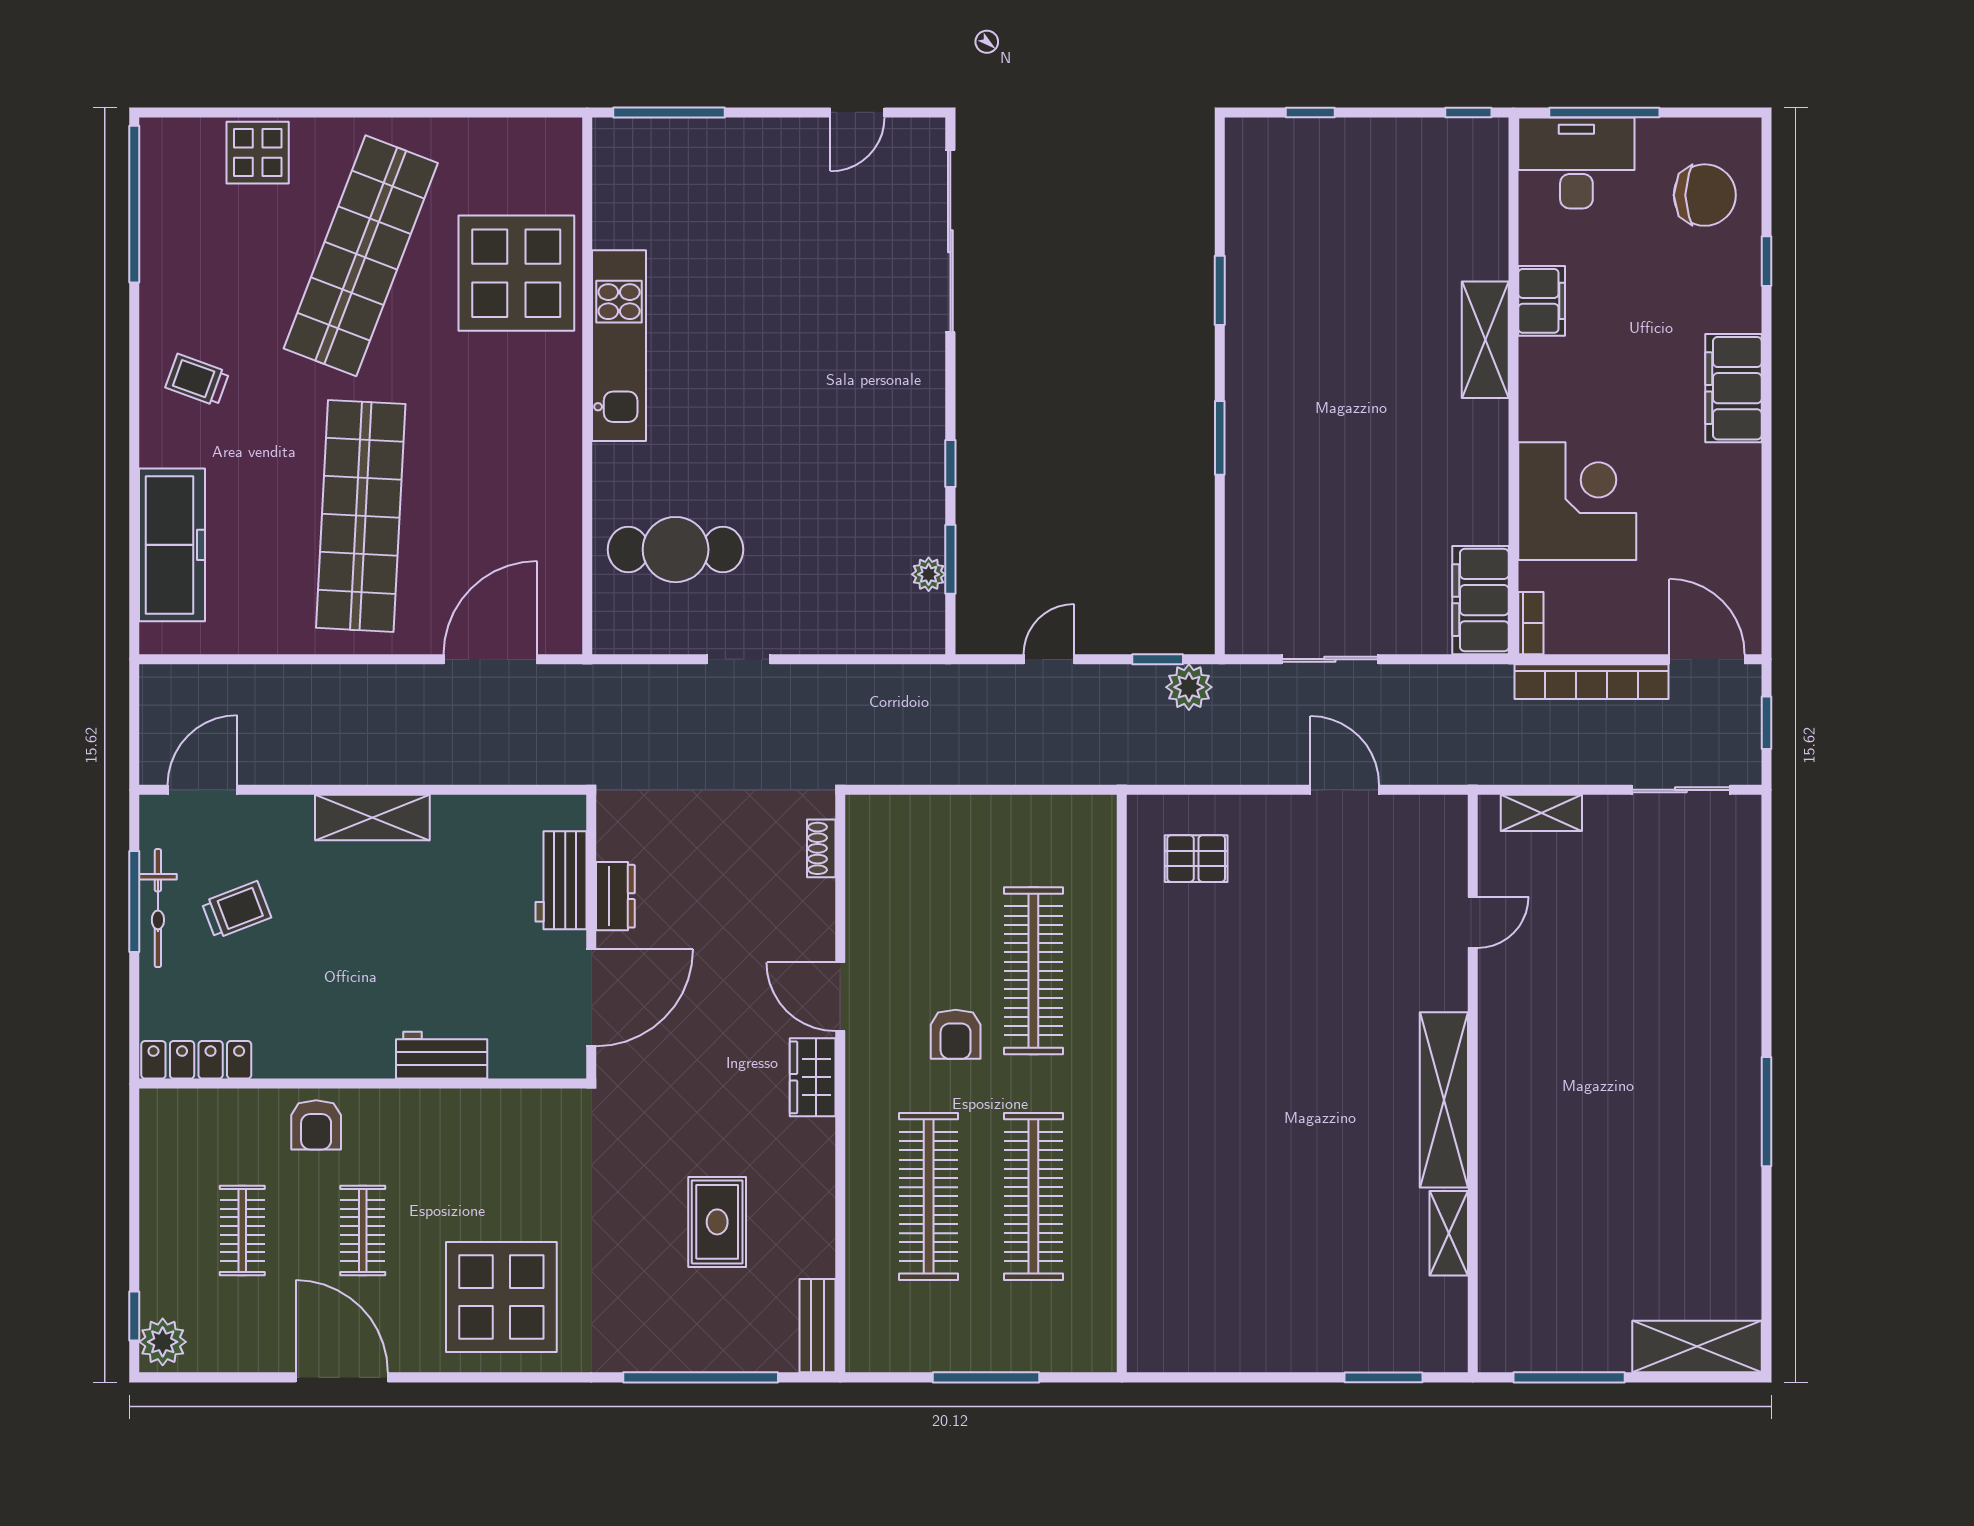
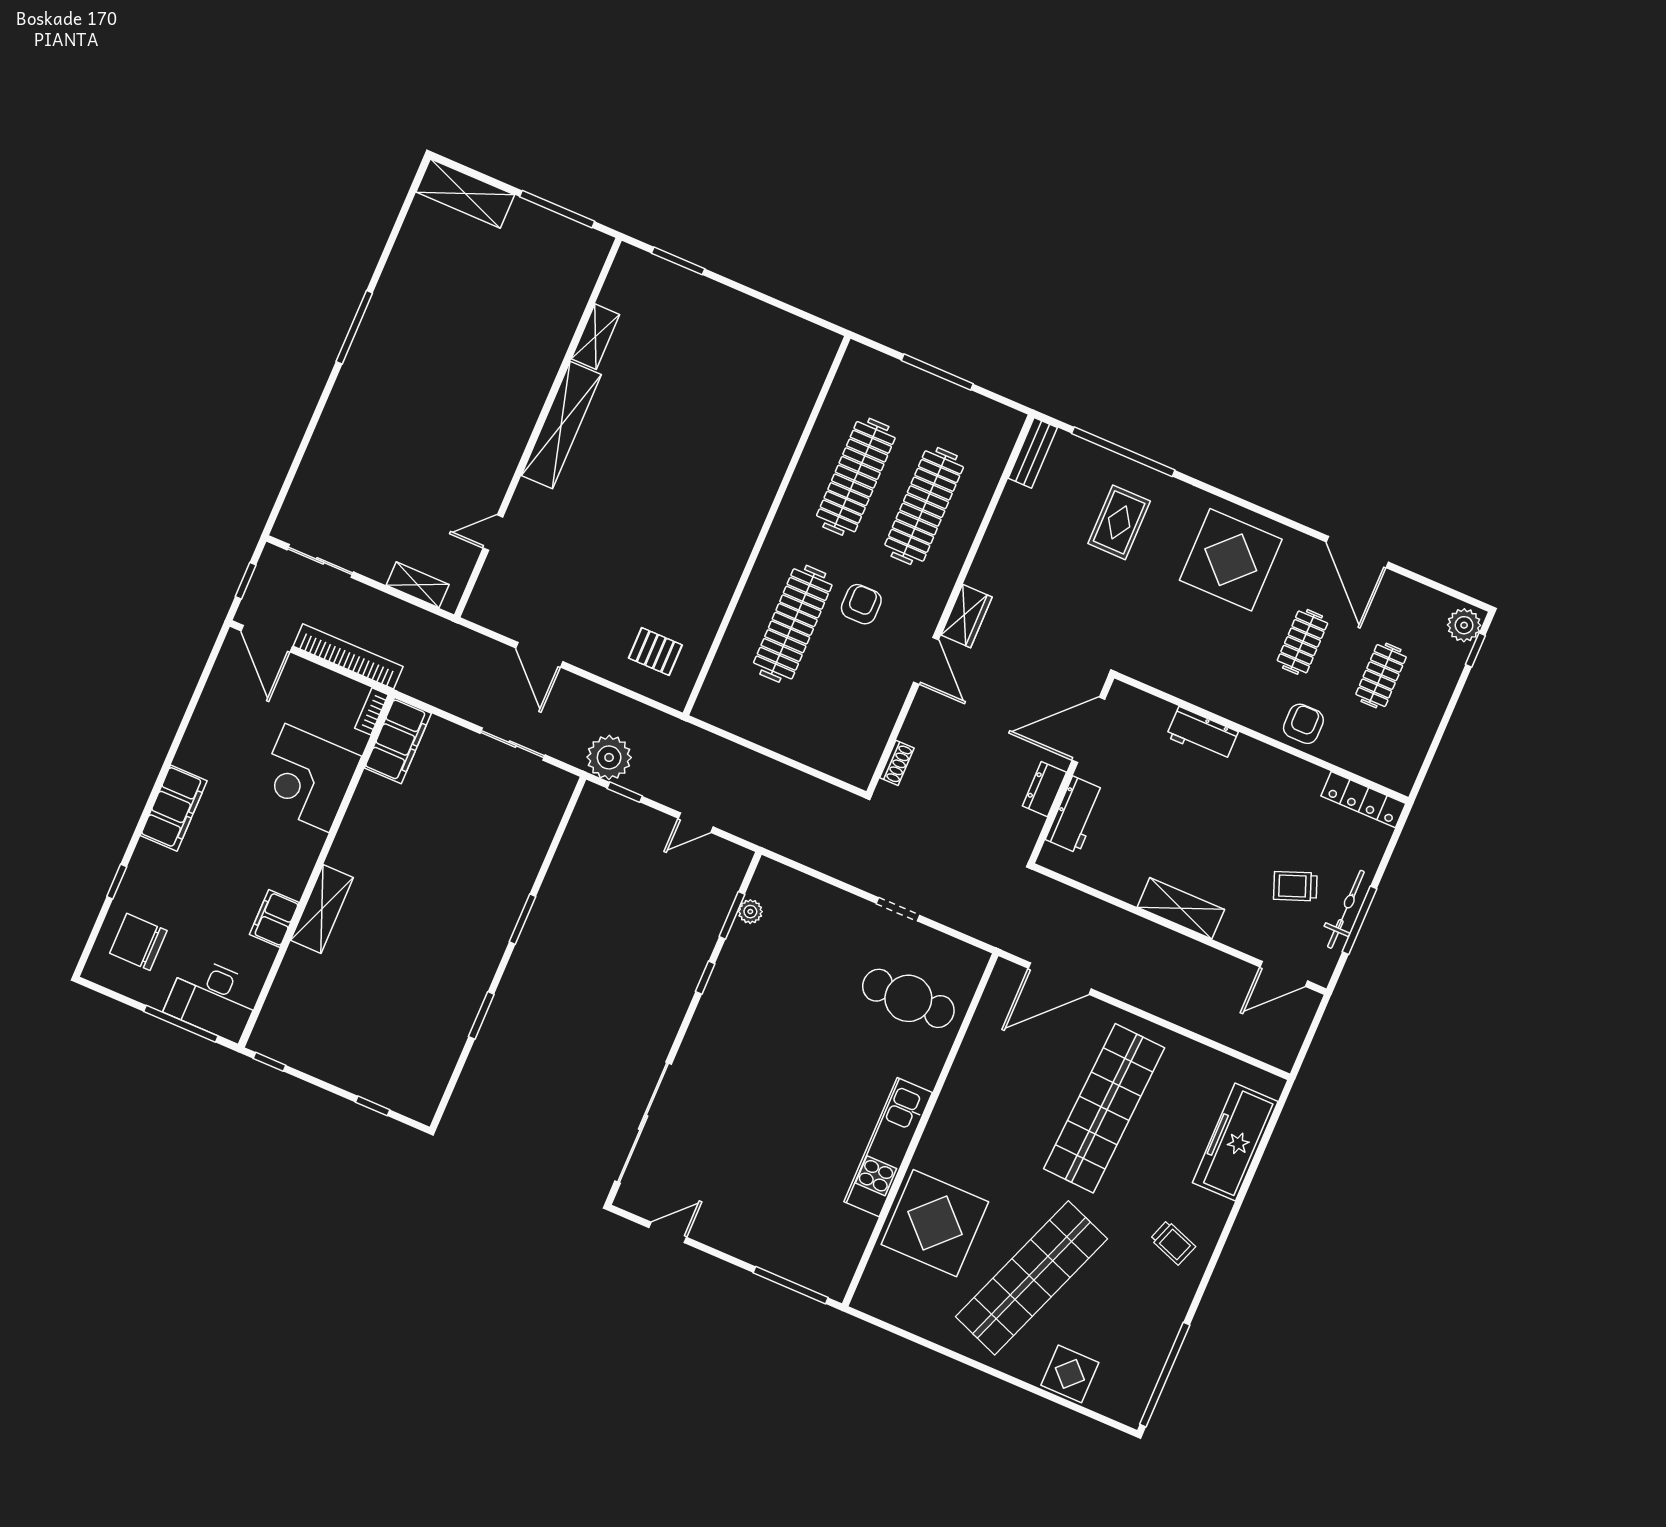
plant: (1189, 687) -> (609, 757), width x1.36, depth x1.36
rug: (717, 1222) -> (1119, 522), moved

